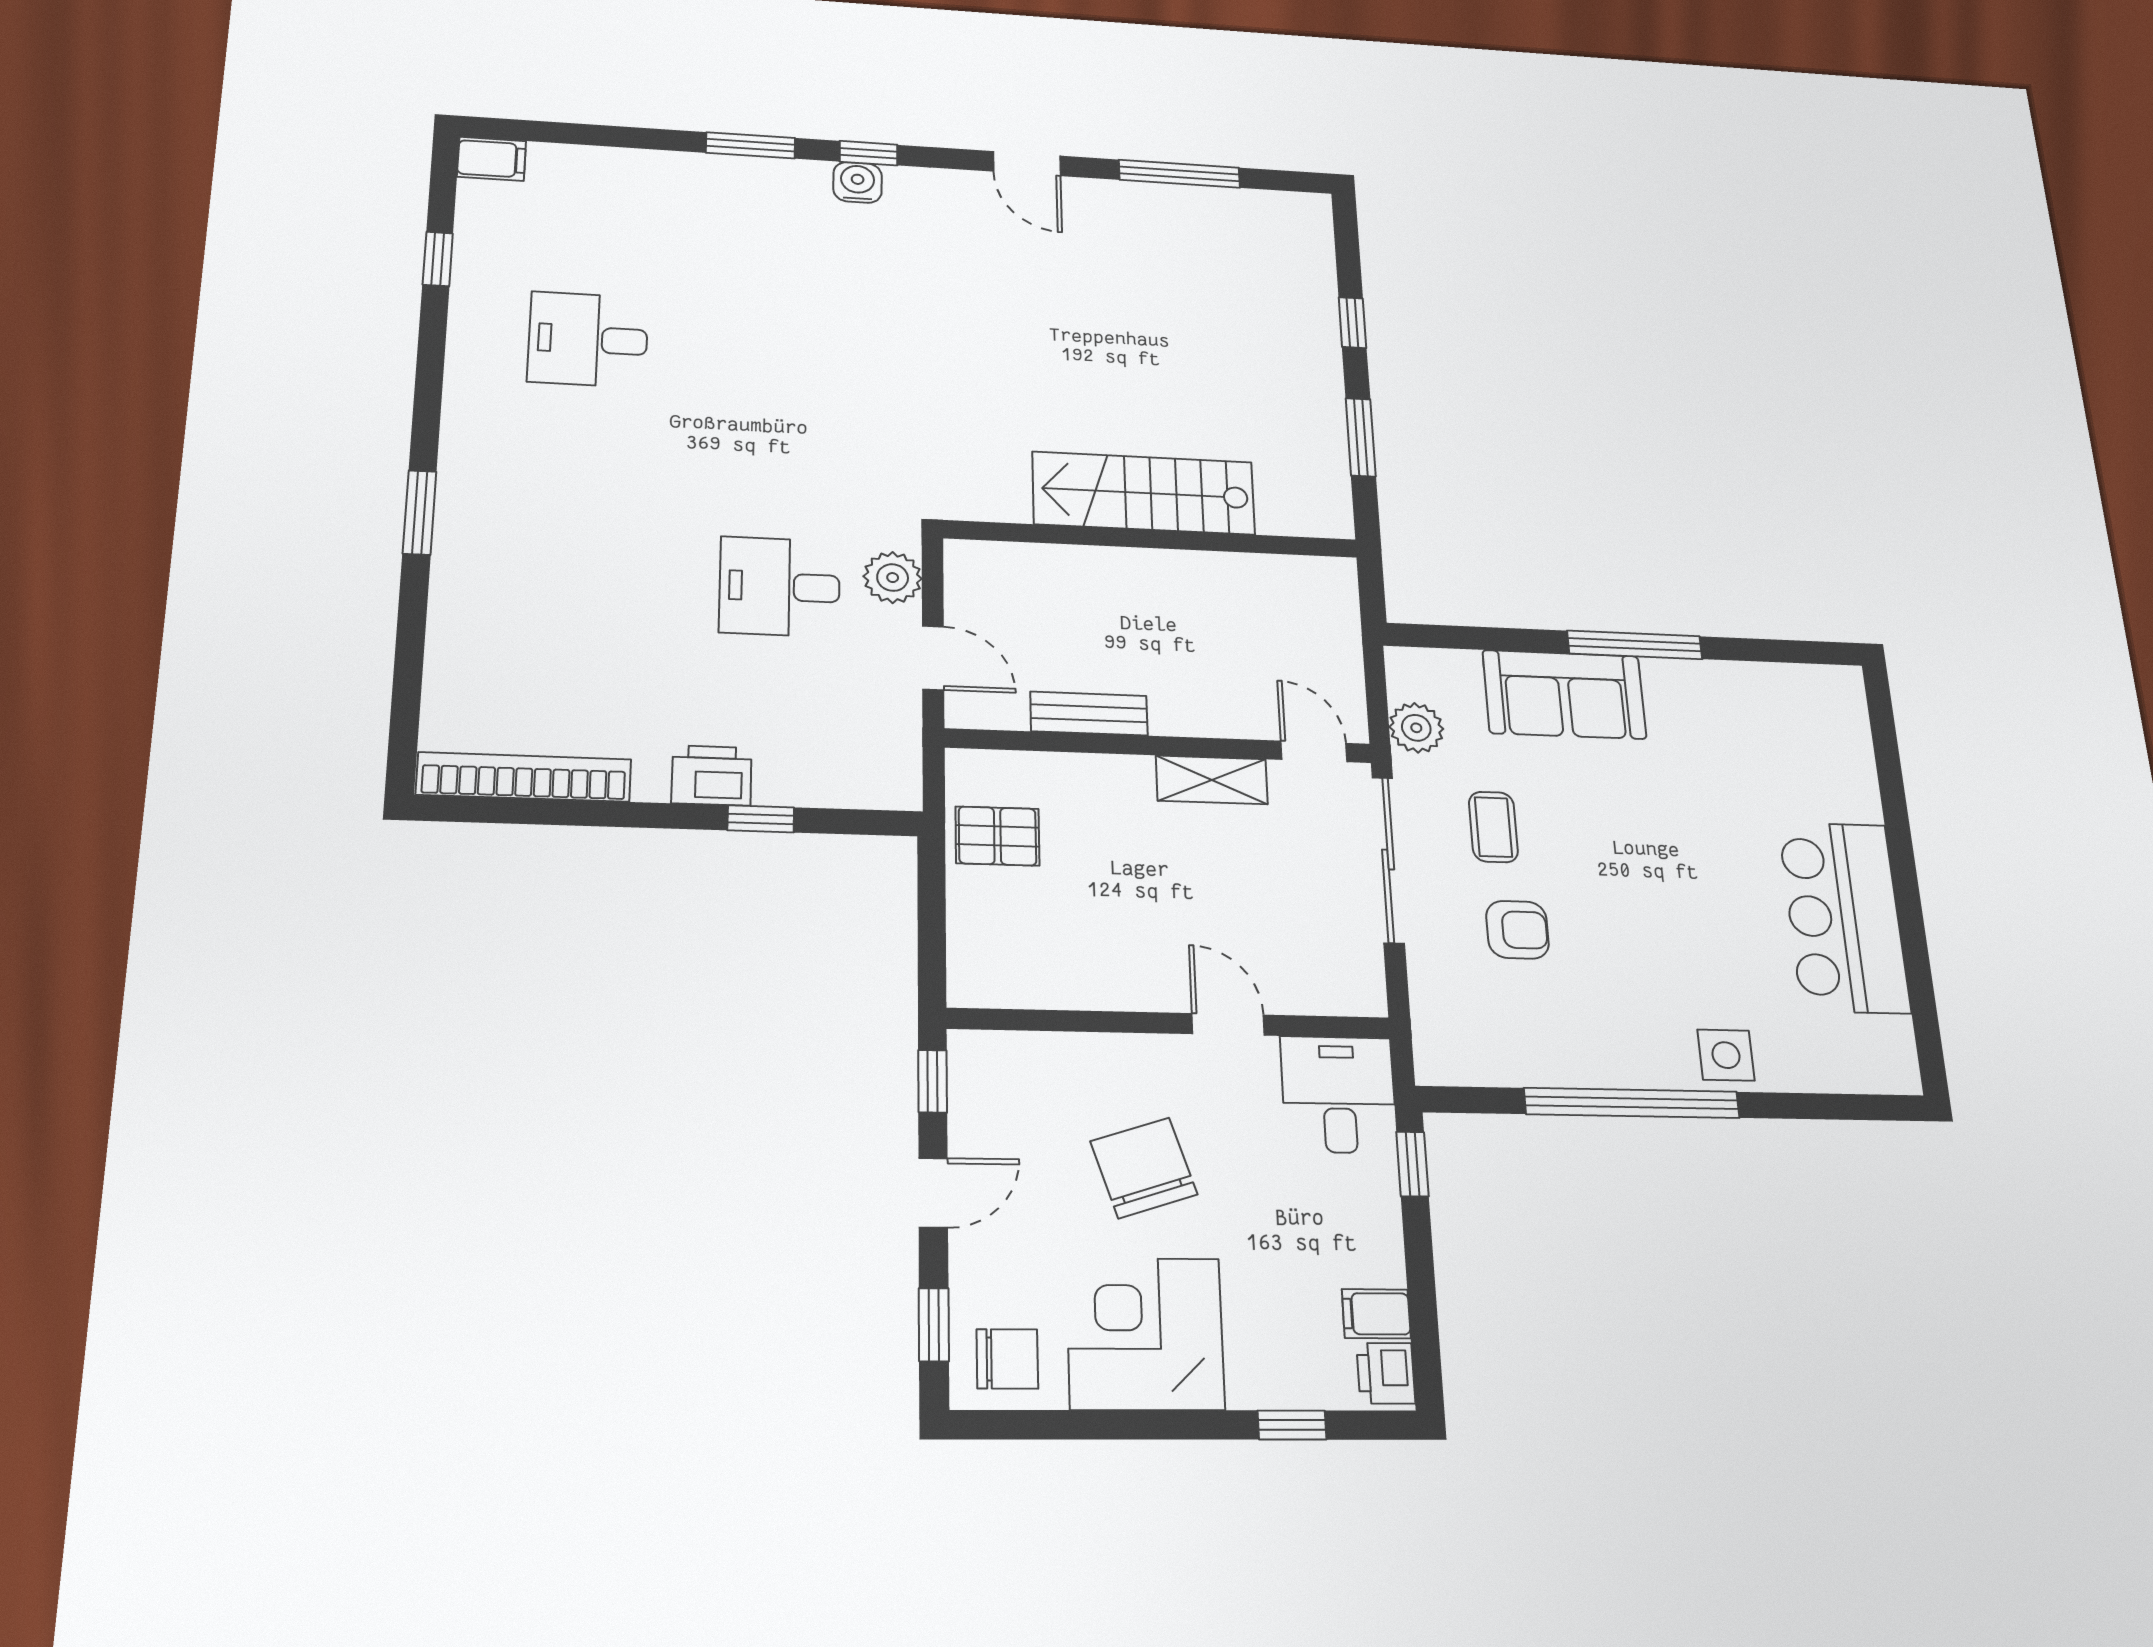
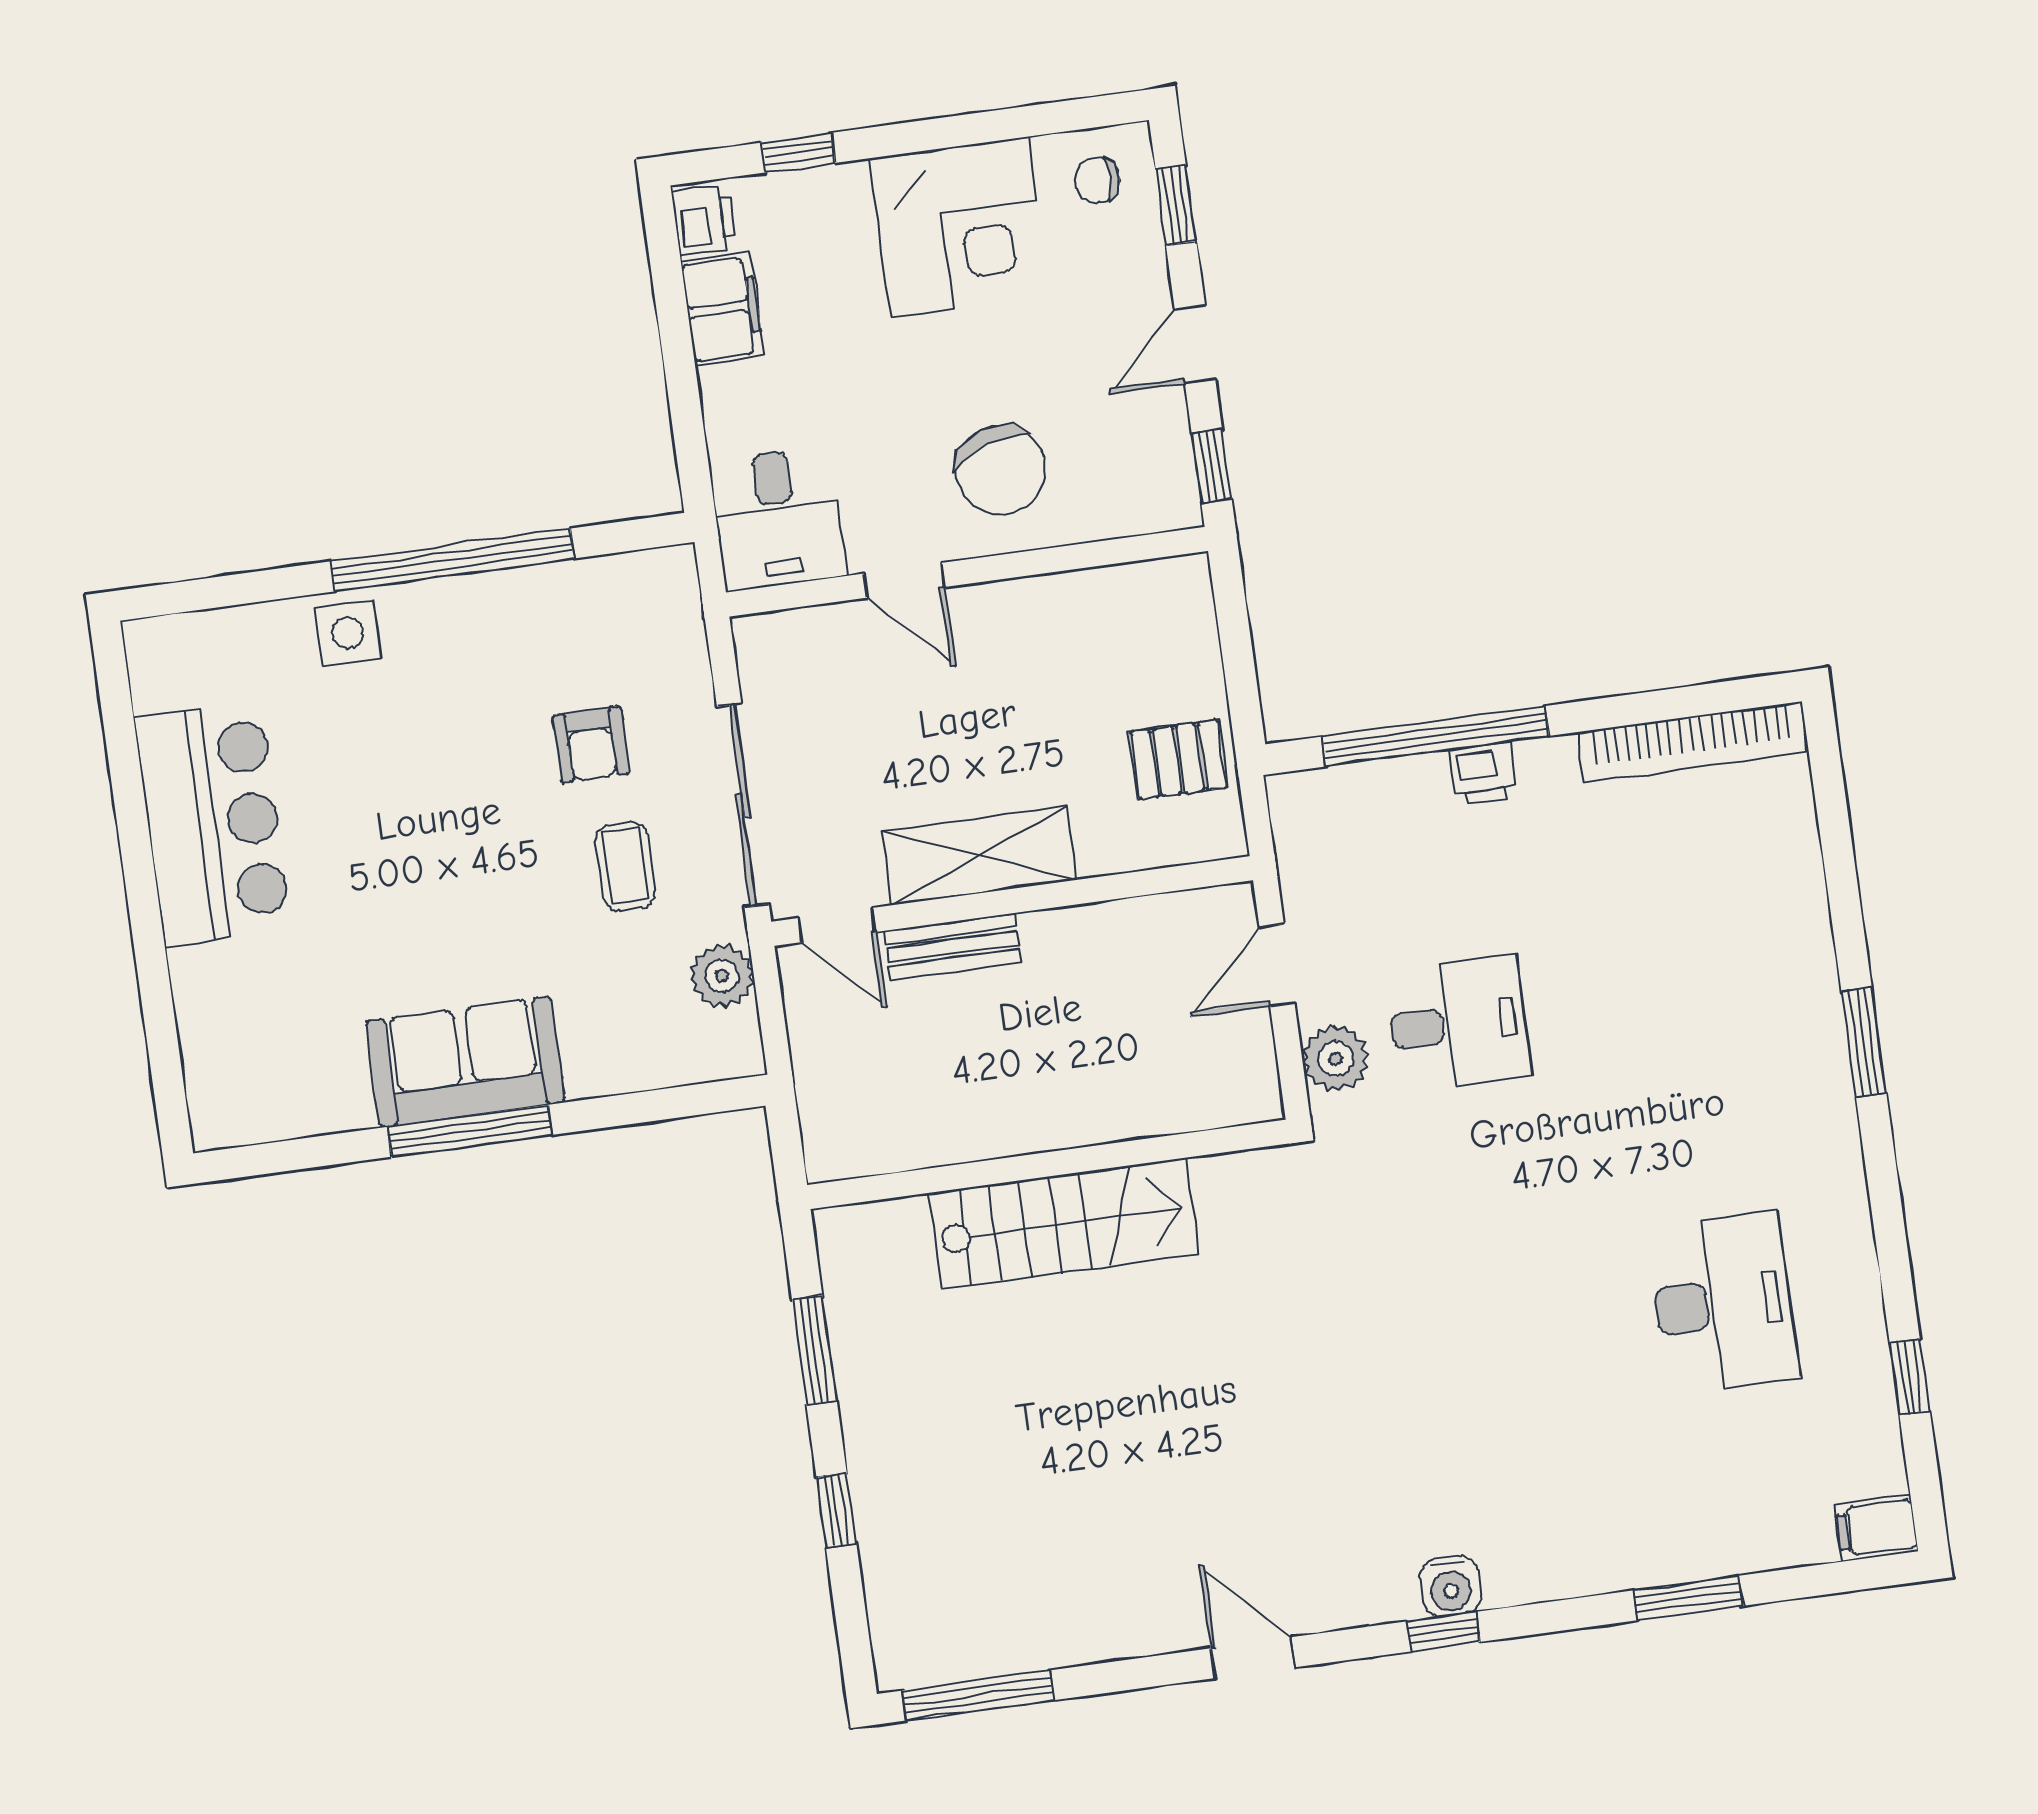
window: (751, 145) -> (1688, 1598), moved
window: (1179, 174) -> (978, 1695), moved
desk: (588, 340) -> (1723, 1303), width x1.37
door: (933, 658) -> (1277, 965), hinge flipped
sofa: (1564, 694) -> (465, 1062), moved
bench: (1089, 713) -> (953, 947), moved
printer: (712, 775) -> (1484, 773), width x0.73, depth x0.81
shelving: (1212, 780) -> (979, 856), width x1.50, depth x1.33
window: (761, 819) -> (1435, 736), width x3.17
armchair: (1517, 930) -> (591, 745), turned -90
window: (1412, 1164) -> (692, 453), removed
chair: (1144, 1168) -> (1001, 470), moved
filing cabinet: (1376, 1314) -> (723, 309), width x2.00
chair: (1007, 1359) -> (1097, 180), width x0.73, depth x0.73

